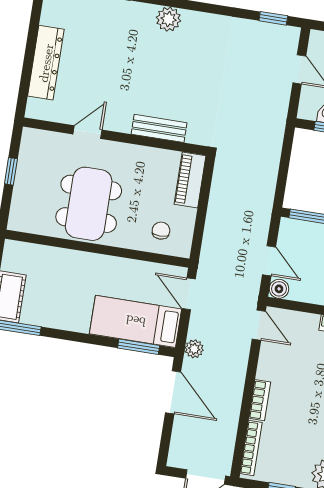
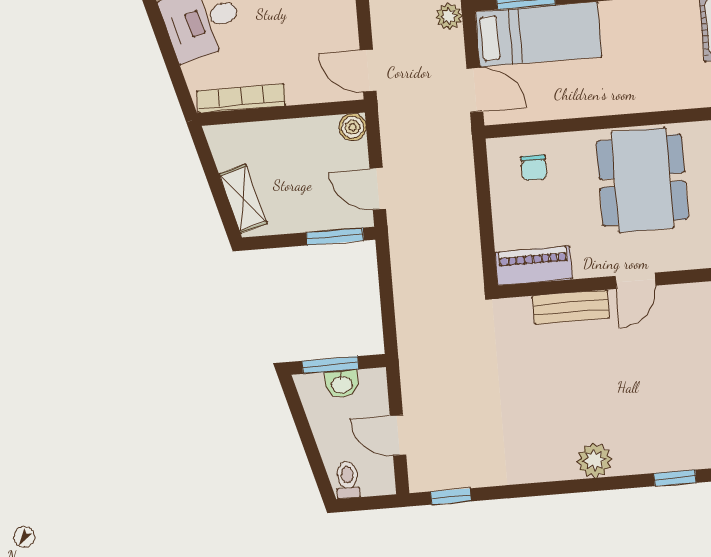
door: (87, 132) -> (636, 281), moved
piano: (190, 180) -> (534, 266), moved, turned -90
door: (269, 261) -> (378, 189), moved

